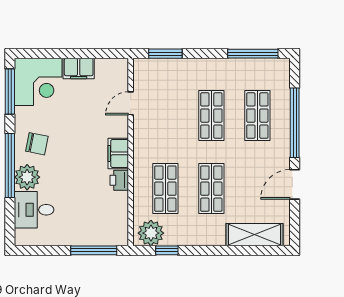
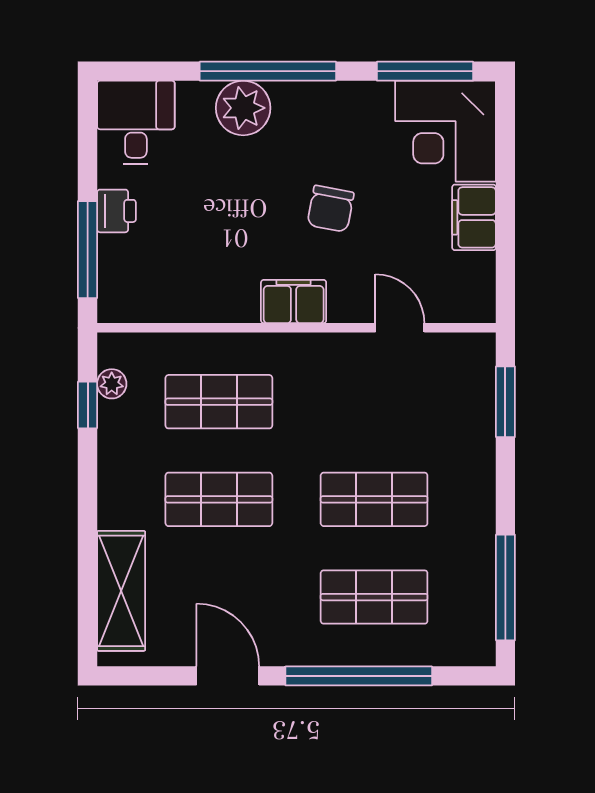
chair: (37, 144) -> (331, 209), moved
printer: (119, 180) -> (116, 211), moved, turned 90
desk: (34, 210) -> (136, 123), moved
plant: (151, 233) -> (112, 384), width x0.53, depth x0.53

